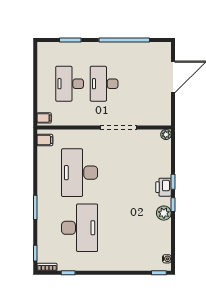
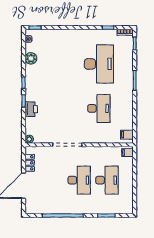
locker: (165, 105) -> (30, 163), added
desk: (80, 173) -> (99, 108), width x0.73, depth x0.77
printer: (164, 187) -> (31, 109), moved
plant: (164, 213) -> (31, 58), moved
desk: (80, 228) -> (99, 64), turned 180

